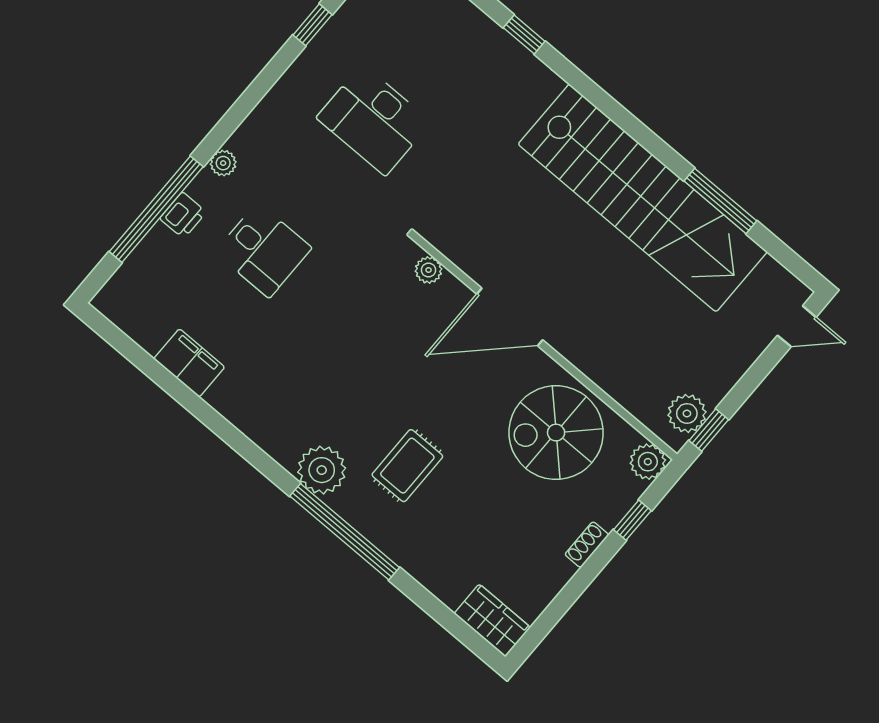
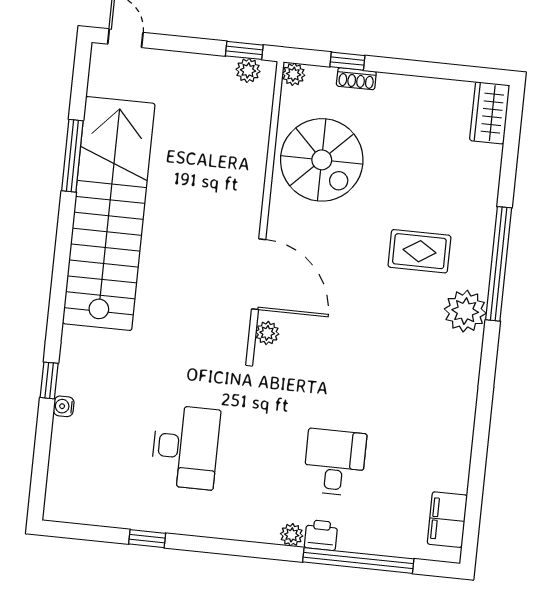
water cooler: (491, 32) -> (64, 406), added
printer: (183, 215) -> (321, 535), moved
door: (510, 317) -> (259, 274), moved
filing cabinet: (189, 363) -> (447, 520), moved
plant: (687, 413) -> (248, 70), width x0.73, depth x0.73
plant: (648, 462) -> (294, 74), width x0.73, depth x0.73
shoe rack: (587, 545) -> (356, 79), moved

